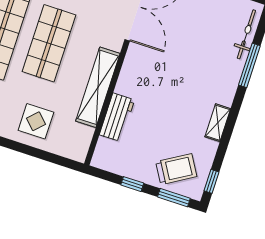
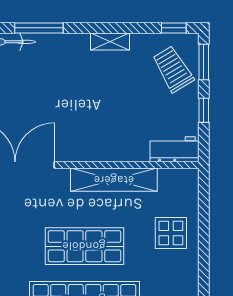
workbench: (117, 117) -> (174, 149), moved

